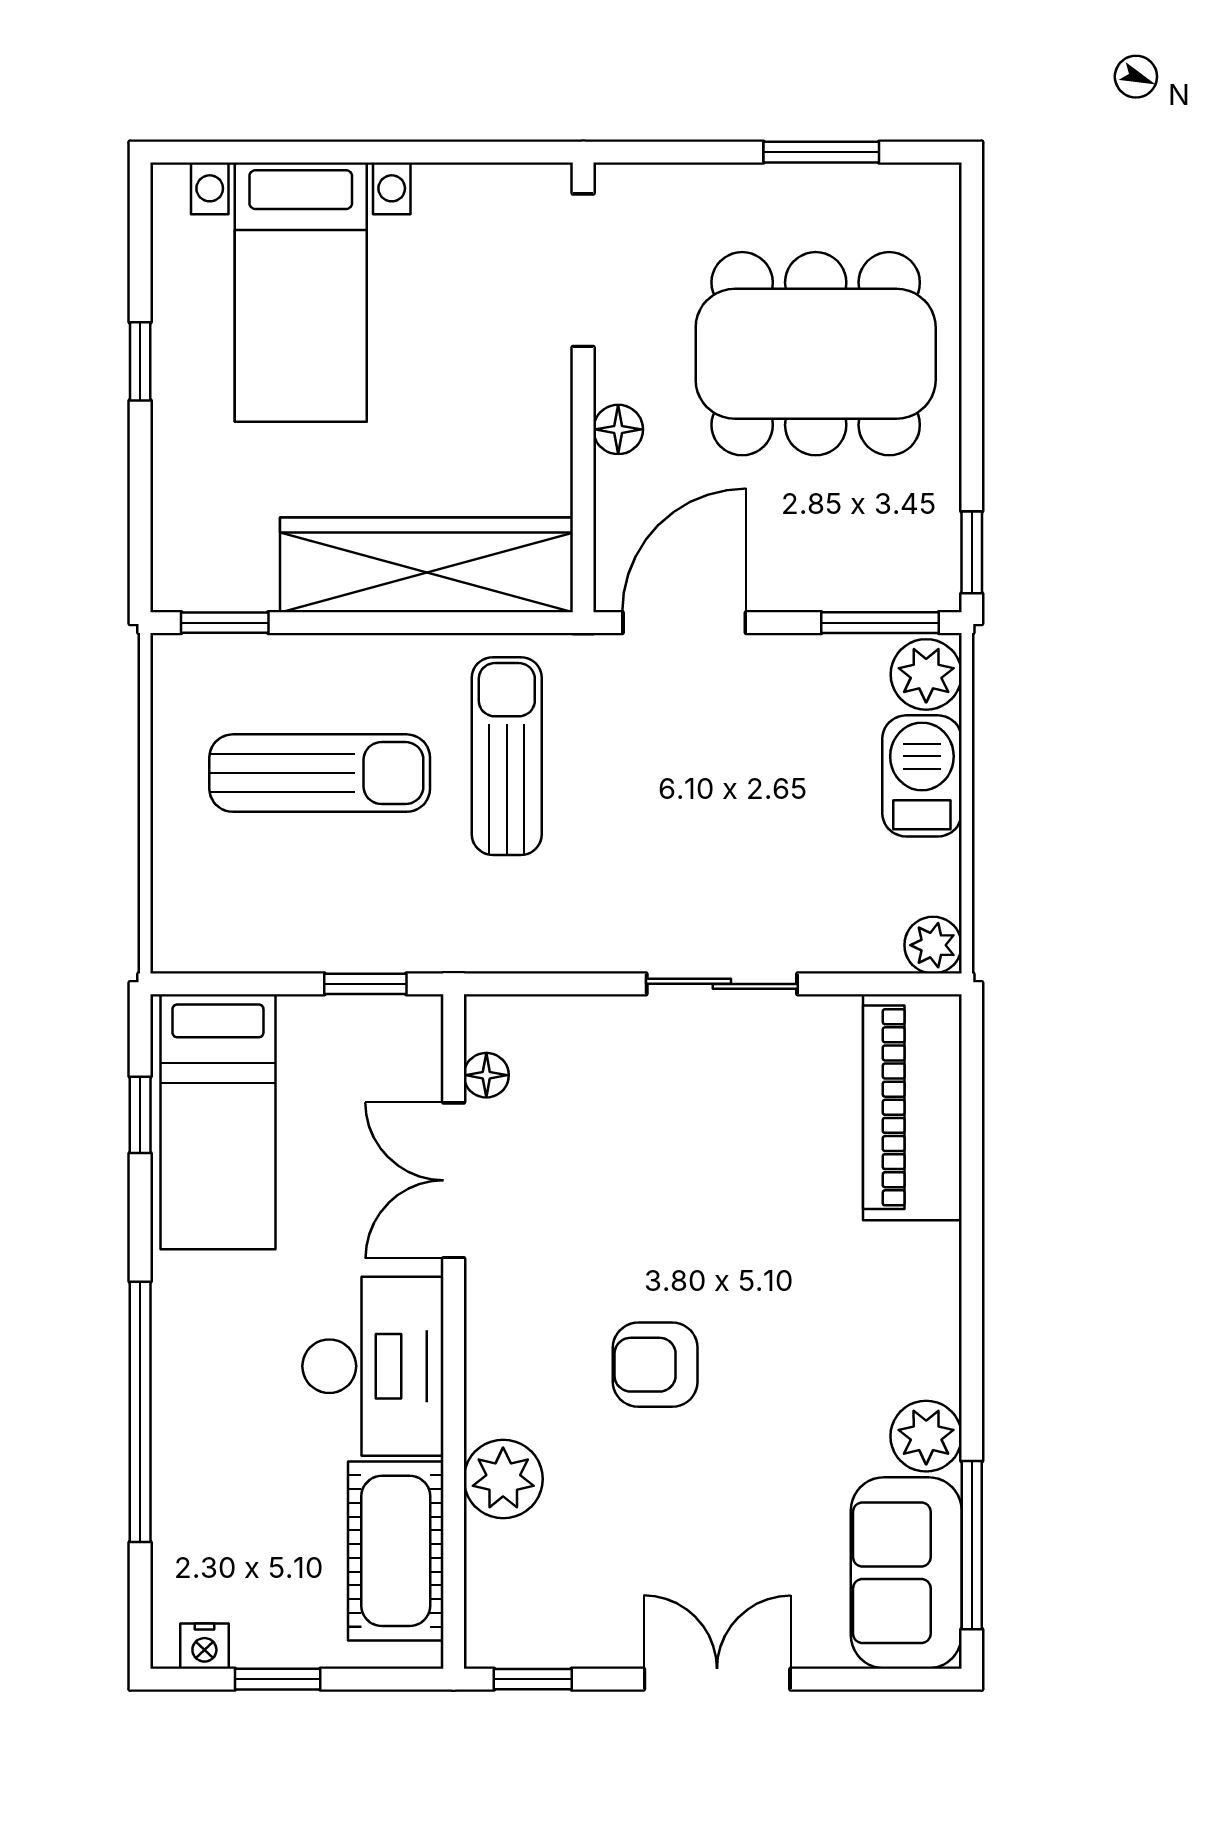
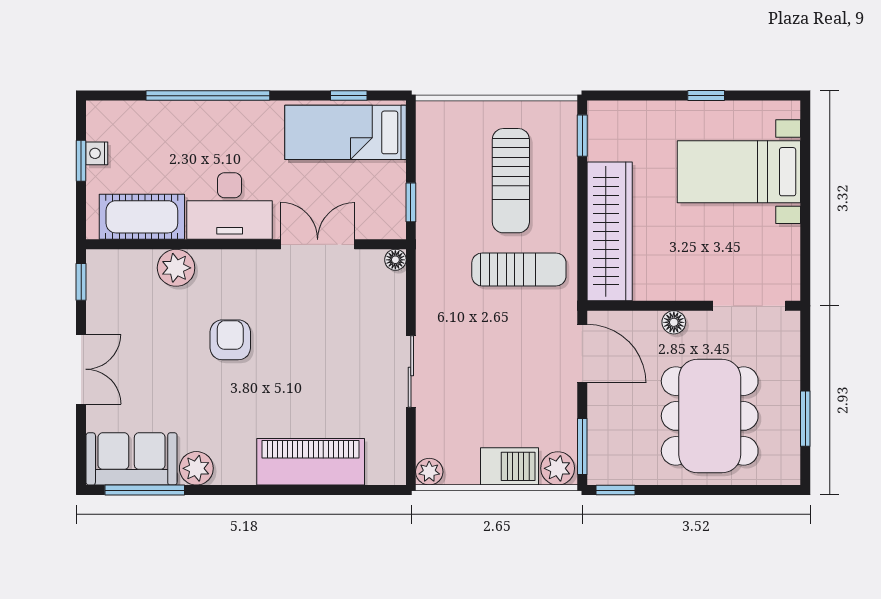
floor lamp: (486, 1075) -> (395, 260), moved
piano: (912, 1107) -> (311, 462), moved
nightstand: (204, 1646) -> (97, 153), moved

